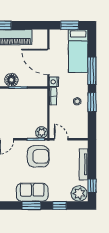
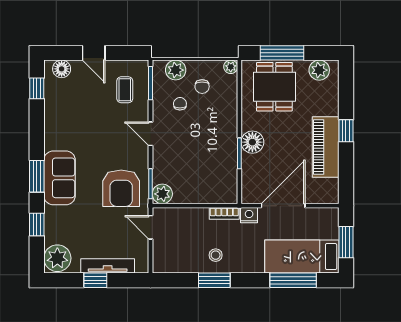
window: (92, 71) -> (293, 280), moved
door: (61, 139) -> (151, 227), swing flipped
window: (92, 186) -> (95, 280), moved

